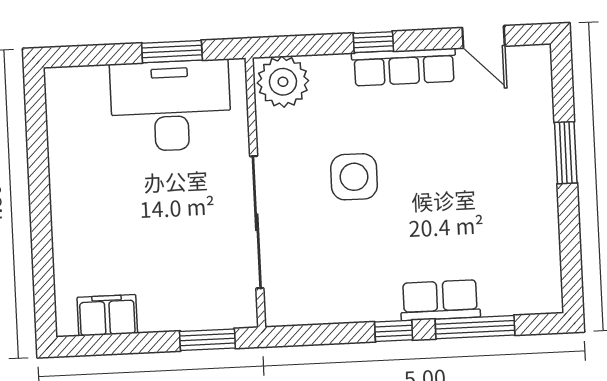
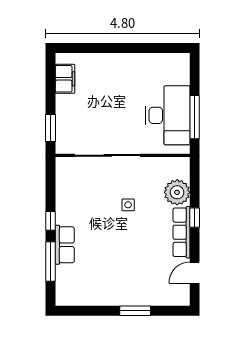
window: (172, 52) -> (195, 117), width x1.44
plant: (283, 82) -> (177, 192), moved
side table: (354, 177) -> (128, 205), width x0.54, depth x0.54

